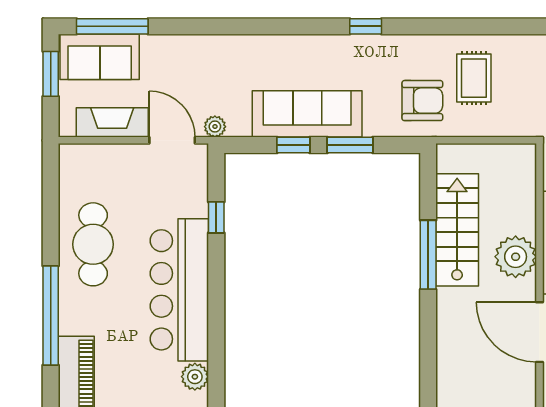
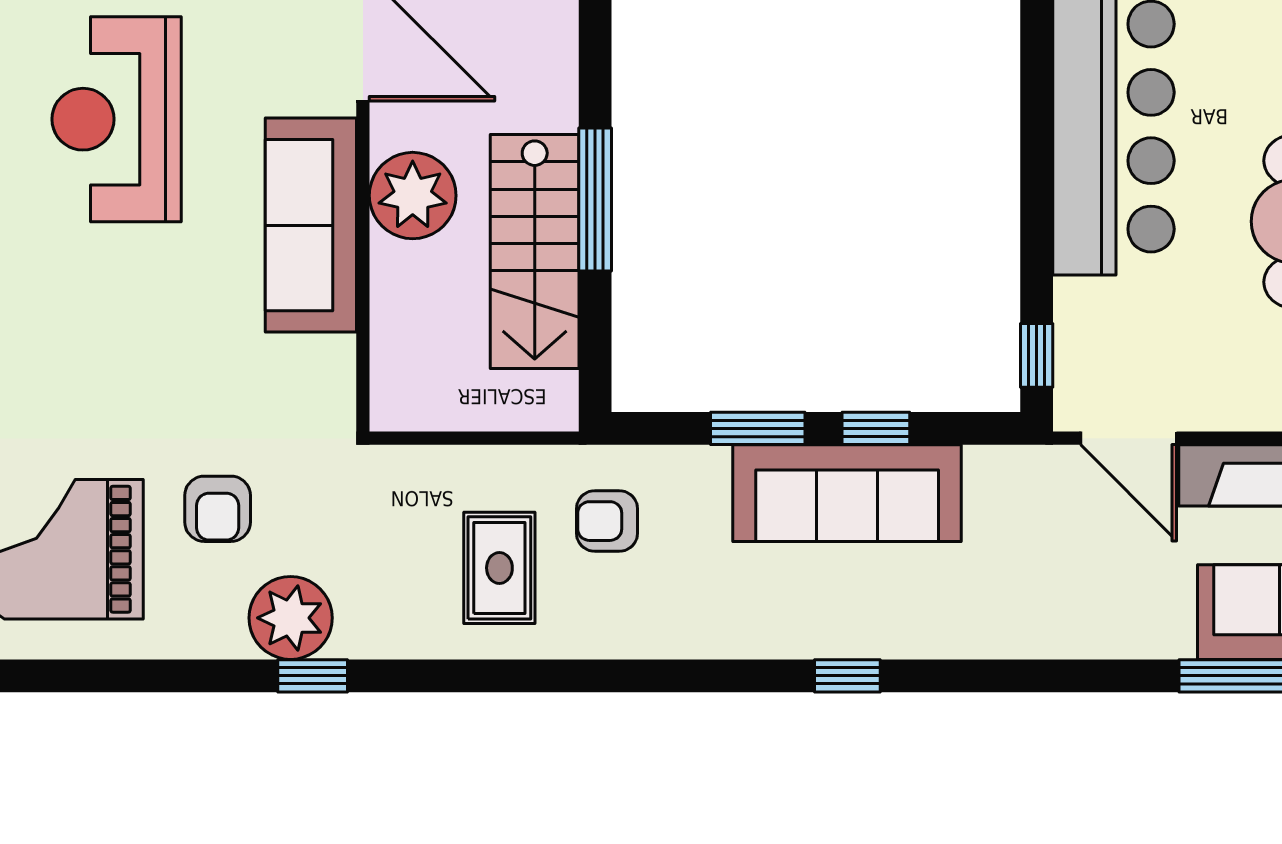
window: (366, 26) -> (847, 676), moved
armchair: (422, 101) -> (607, 521), width x0.72, depth x0.72
plant: (215, 127) -> (1039, 467), removed
window: (216, 217) -> (1037, 355), moved

